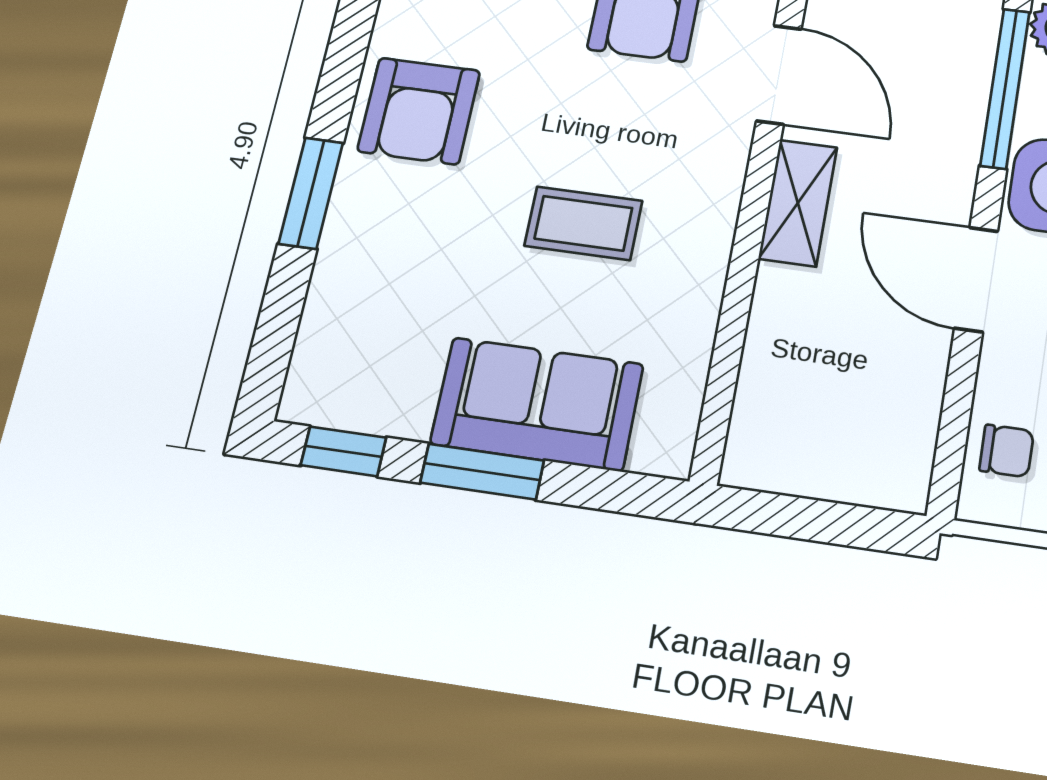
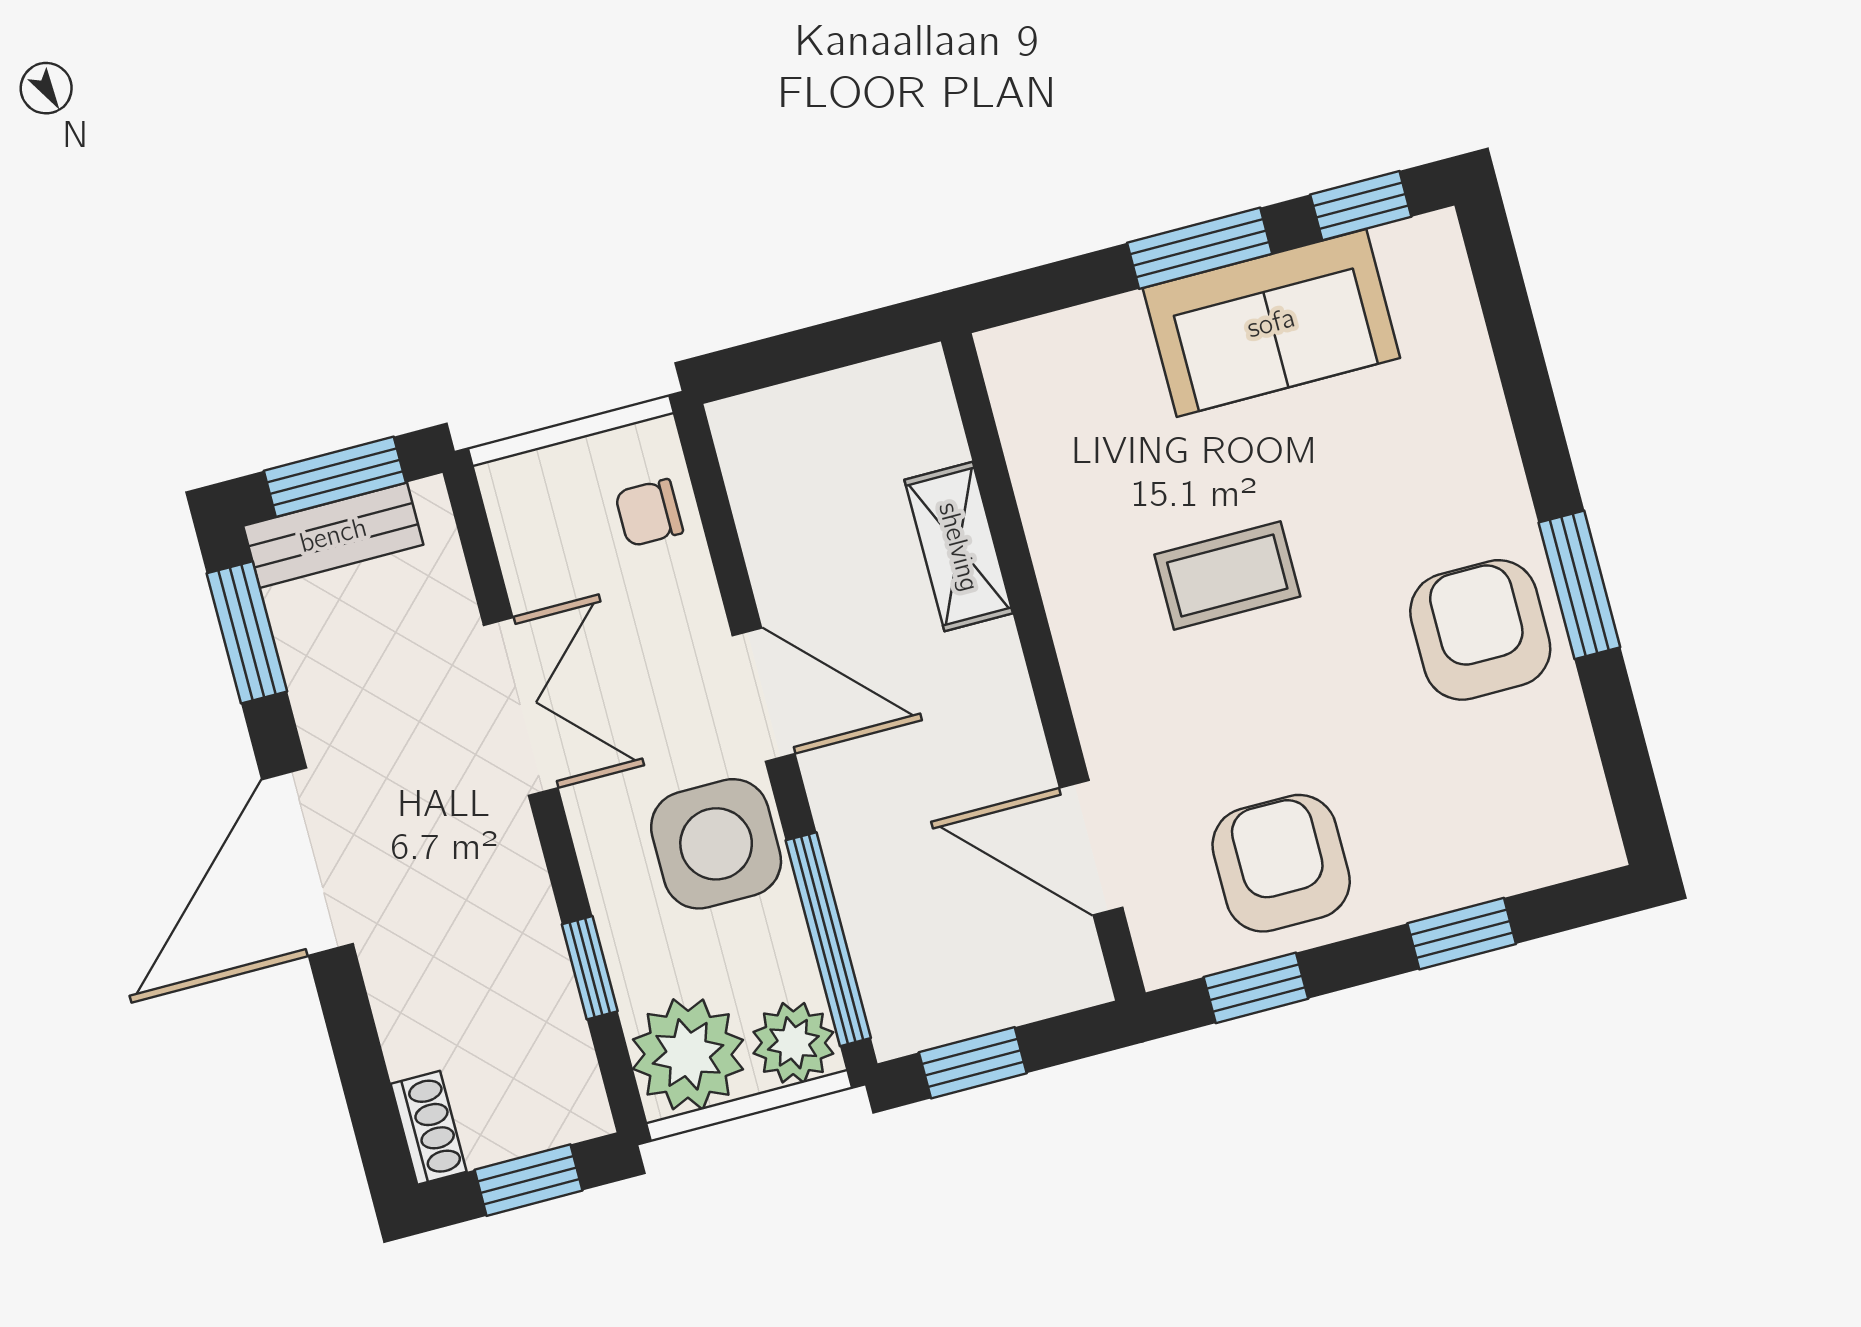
window: (311, 193) -> (1579, 585), moved
shelving: (798, 203) -> (959, 547), moved
sofa: (537, 404) -> (1271, 323), moved

